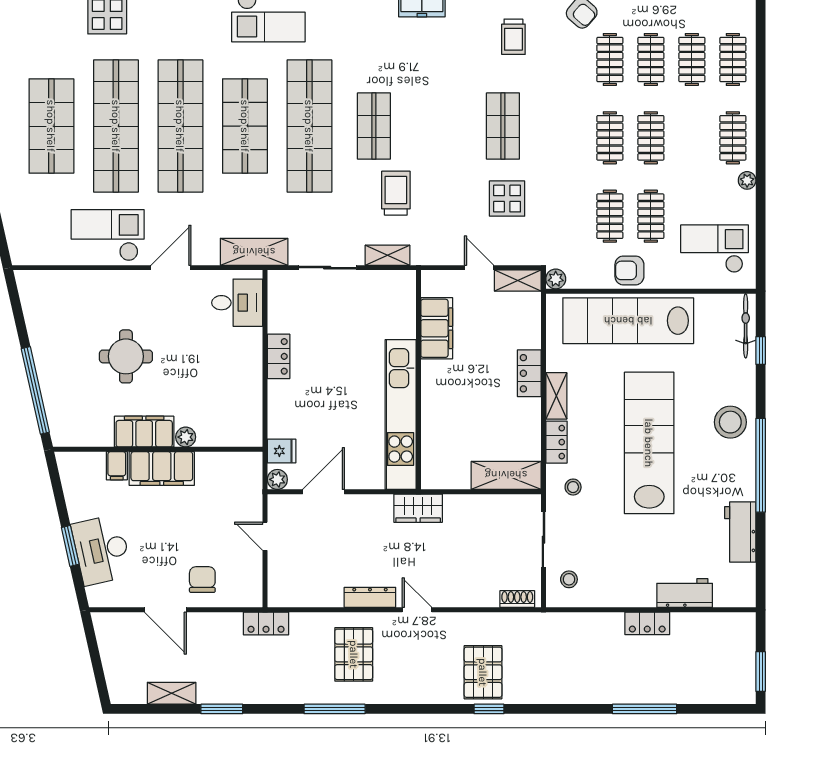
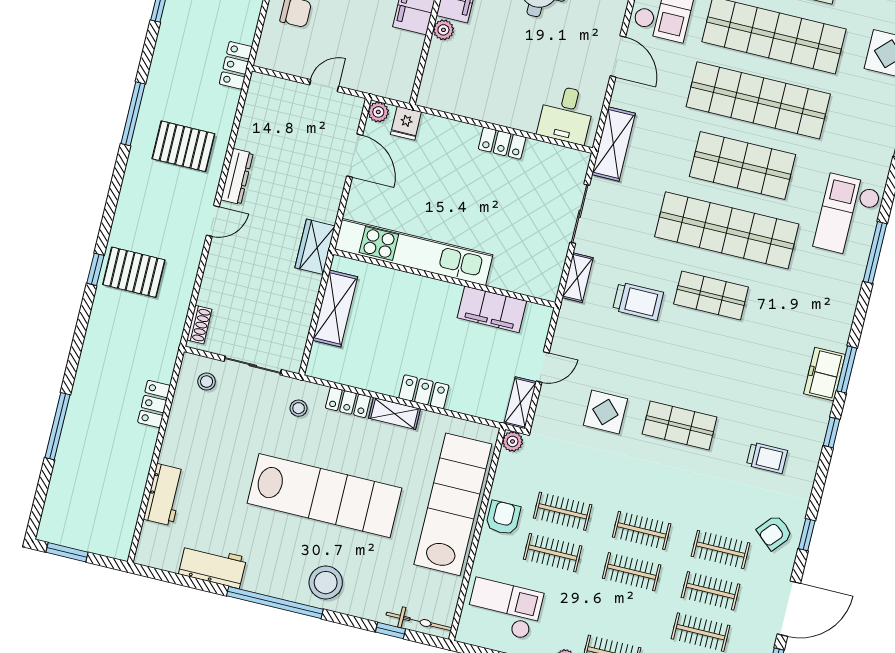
trolley: (513, 37) -> (767, 458), turned 180
checkout: (715, 249) -> (504, 609), turned -90
shelving: (506, 475) -> (335, 308), moved
locker: (647, 623) -> (154, 404), moved

